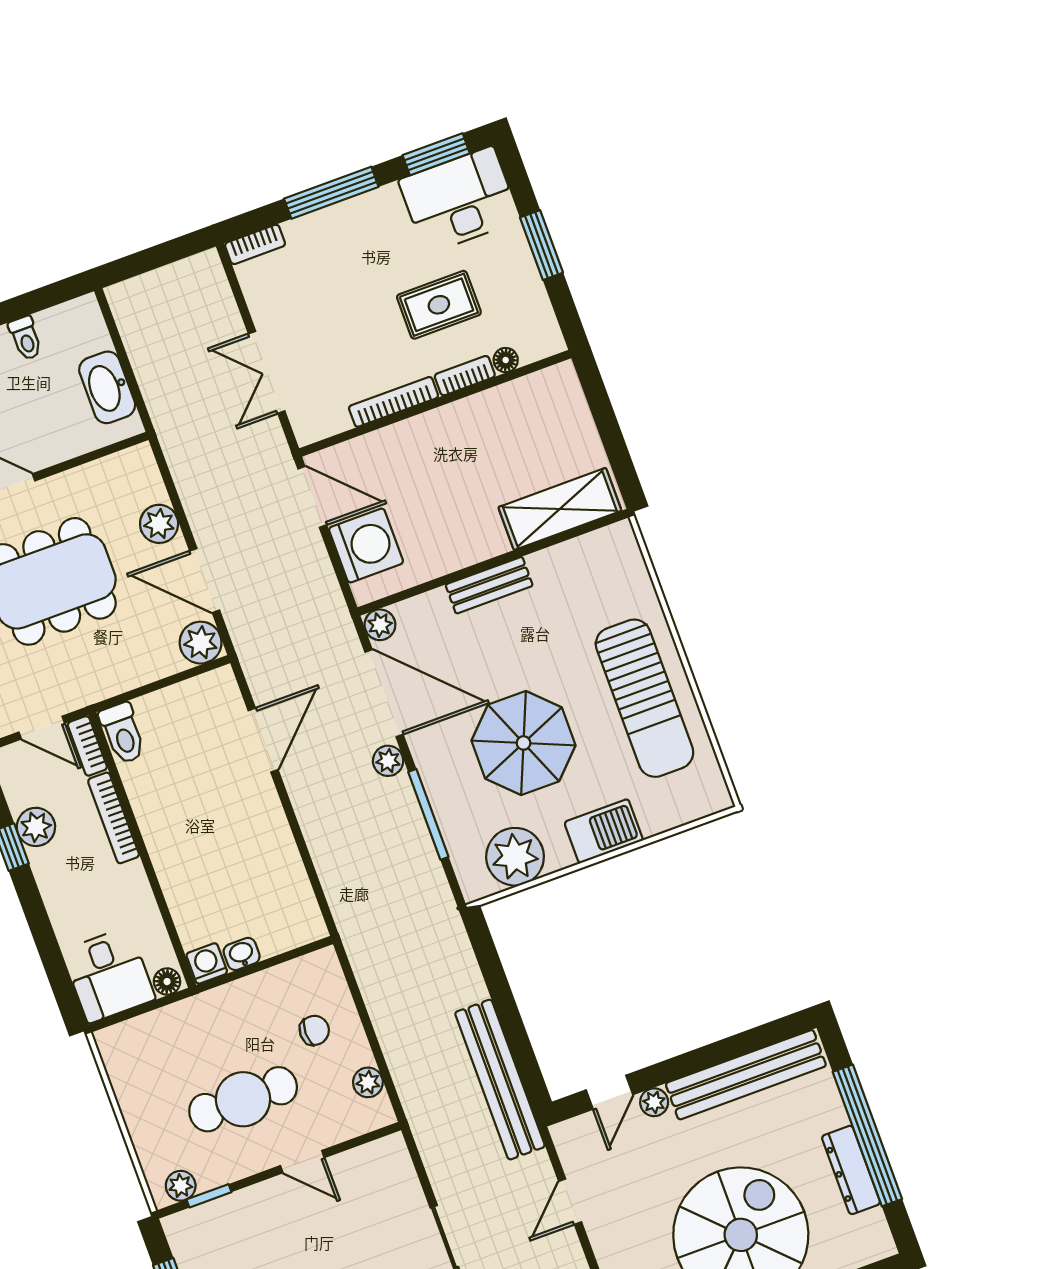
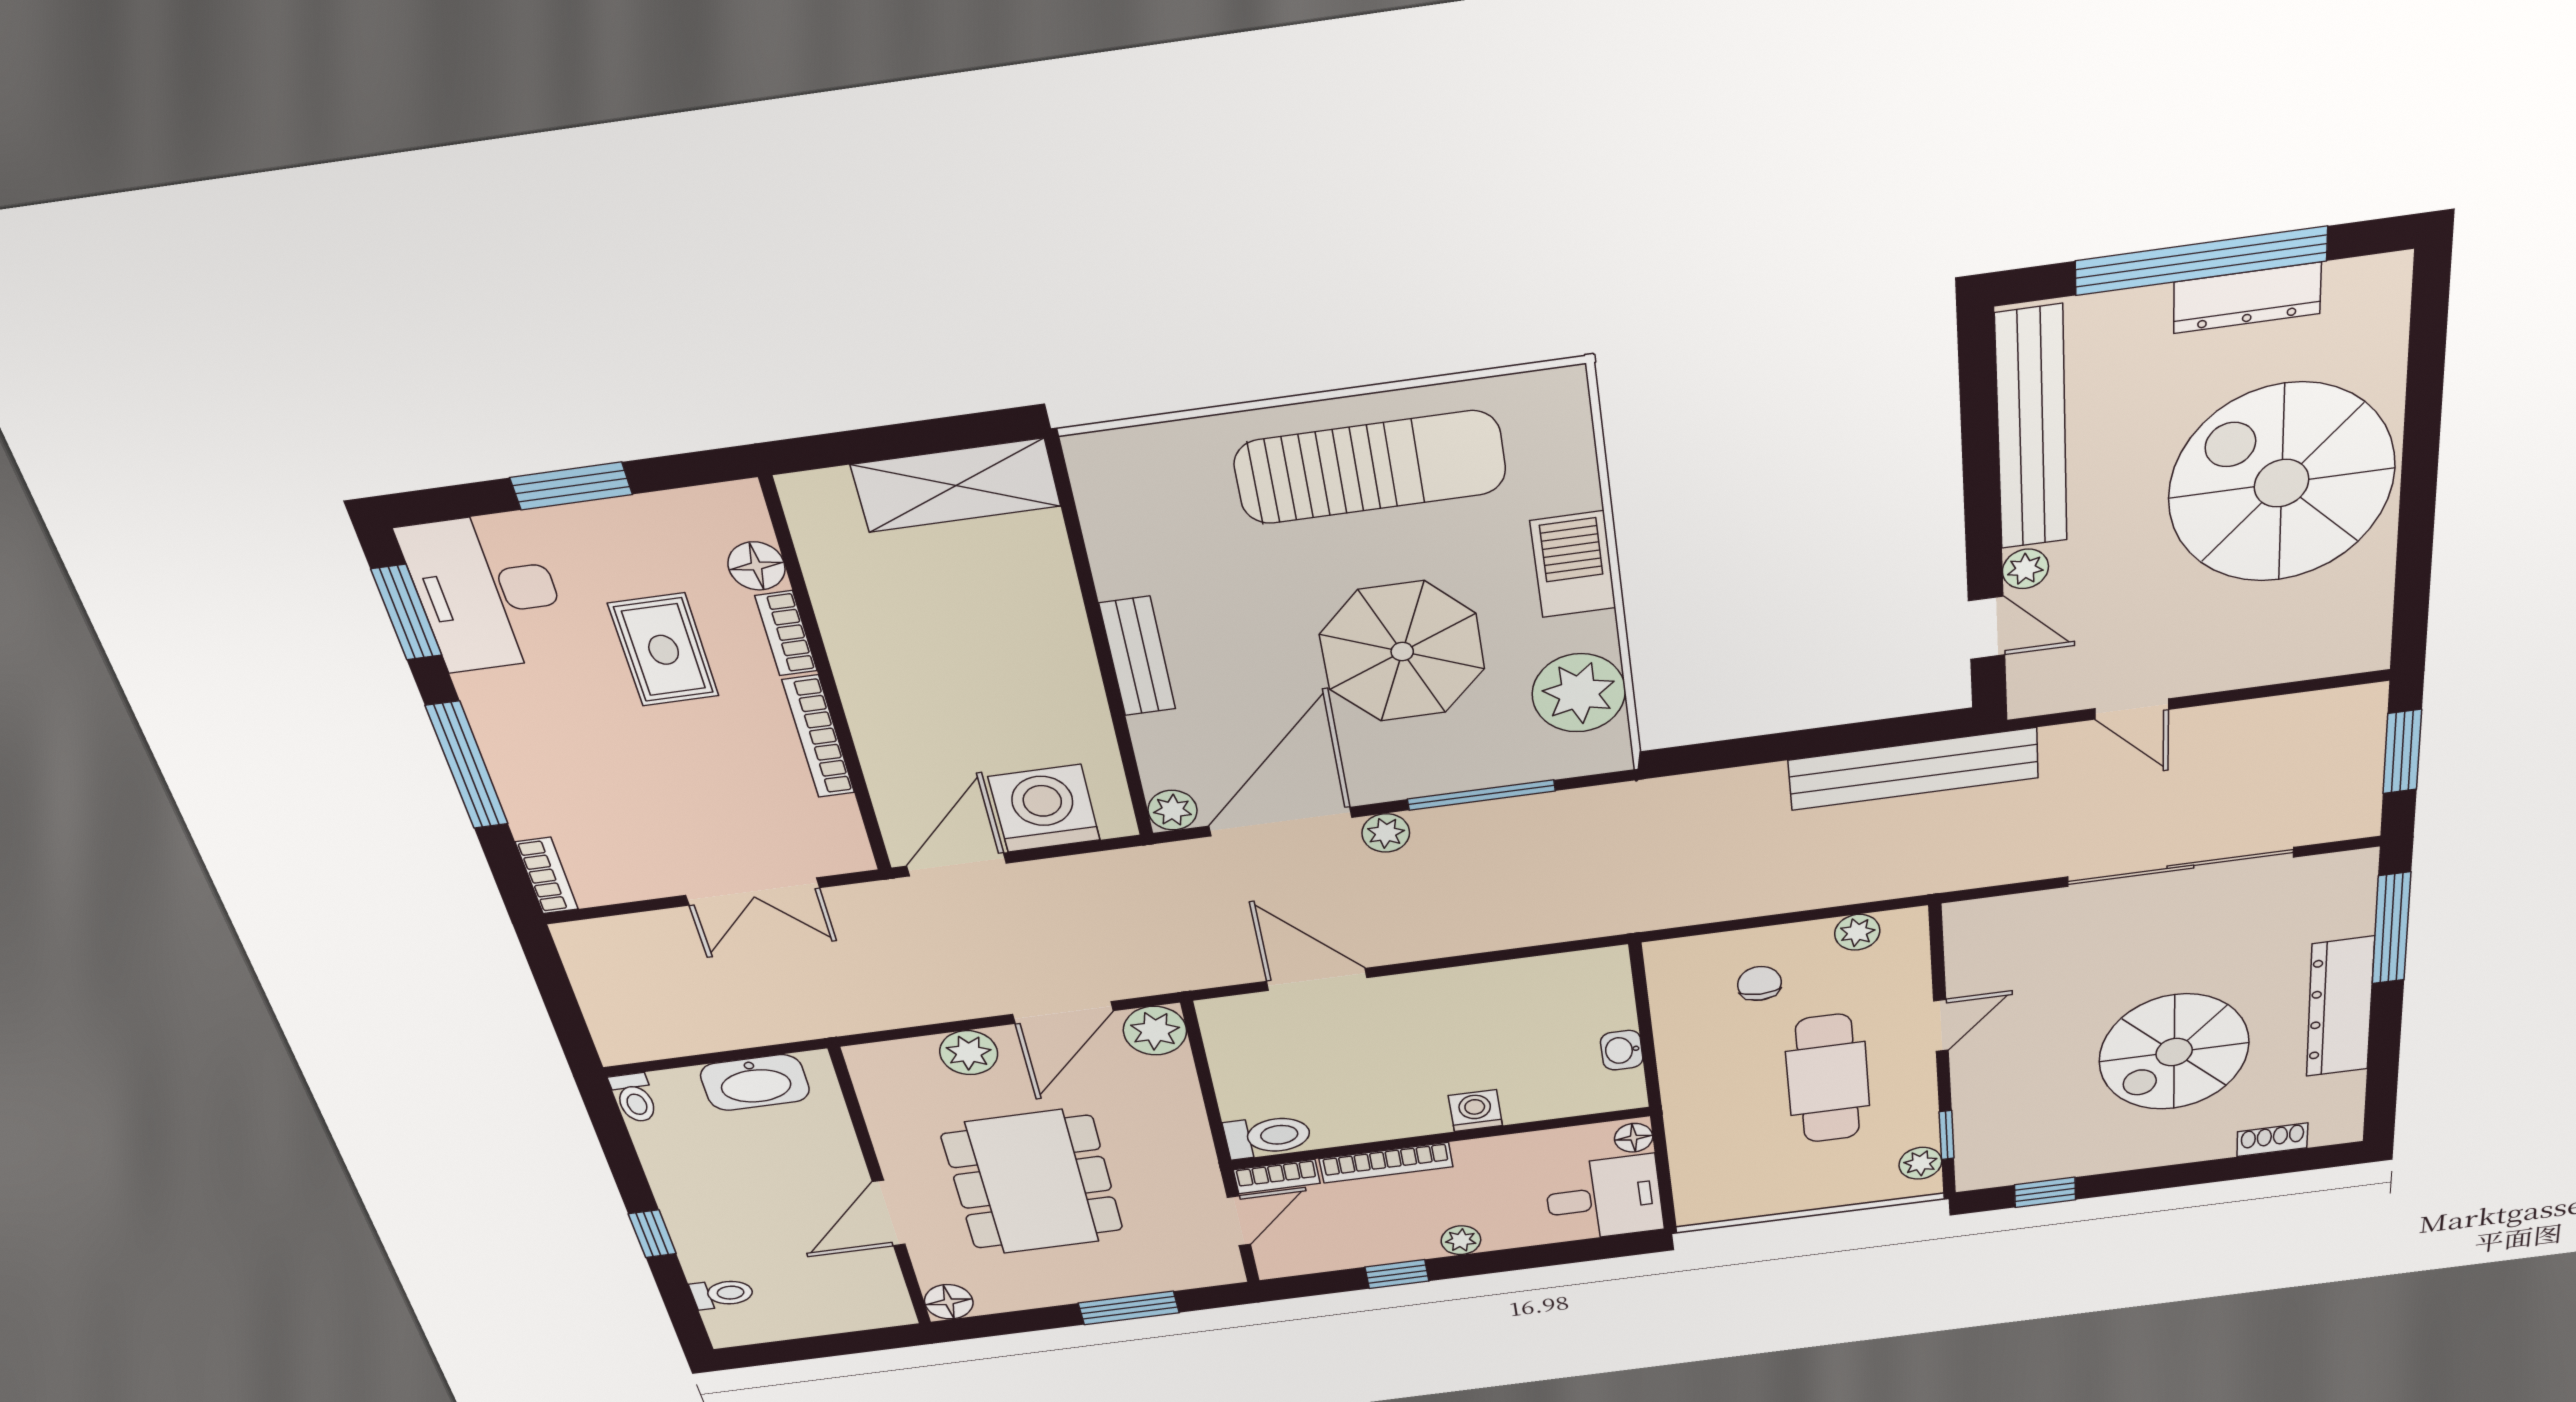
toilet: (25, 338) -> (634, 1098), moved, turned 90
floor lamp: (506, 360) -> (757, 566), width x1.37, depth x1.37
shelving: (560, 509) -> (956, 485), moved, turned 90
plant: (36, 827) -> (1461, 1240), moved, width x0.73, depth x0.73
washing machine: (207, 963) -> (1475, 1111), moved, turned 90

